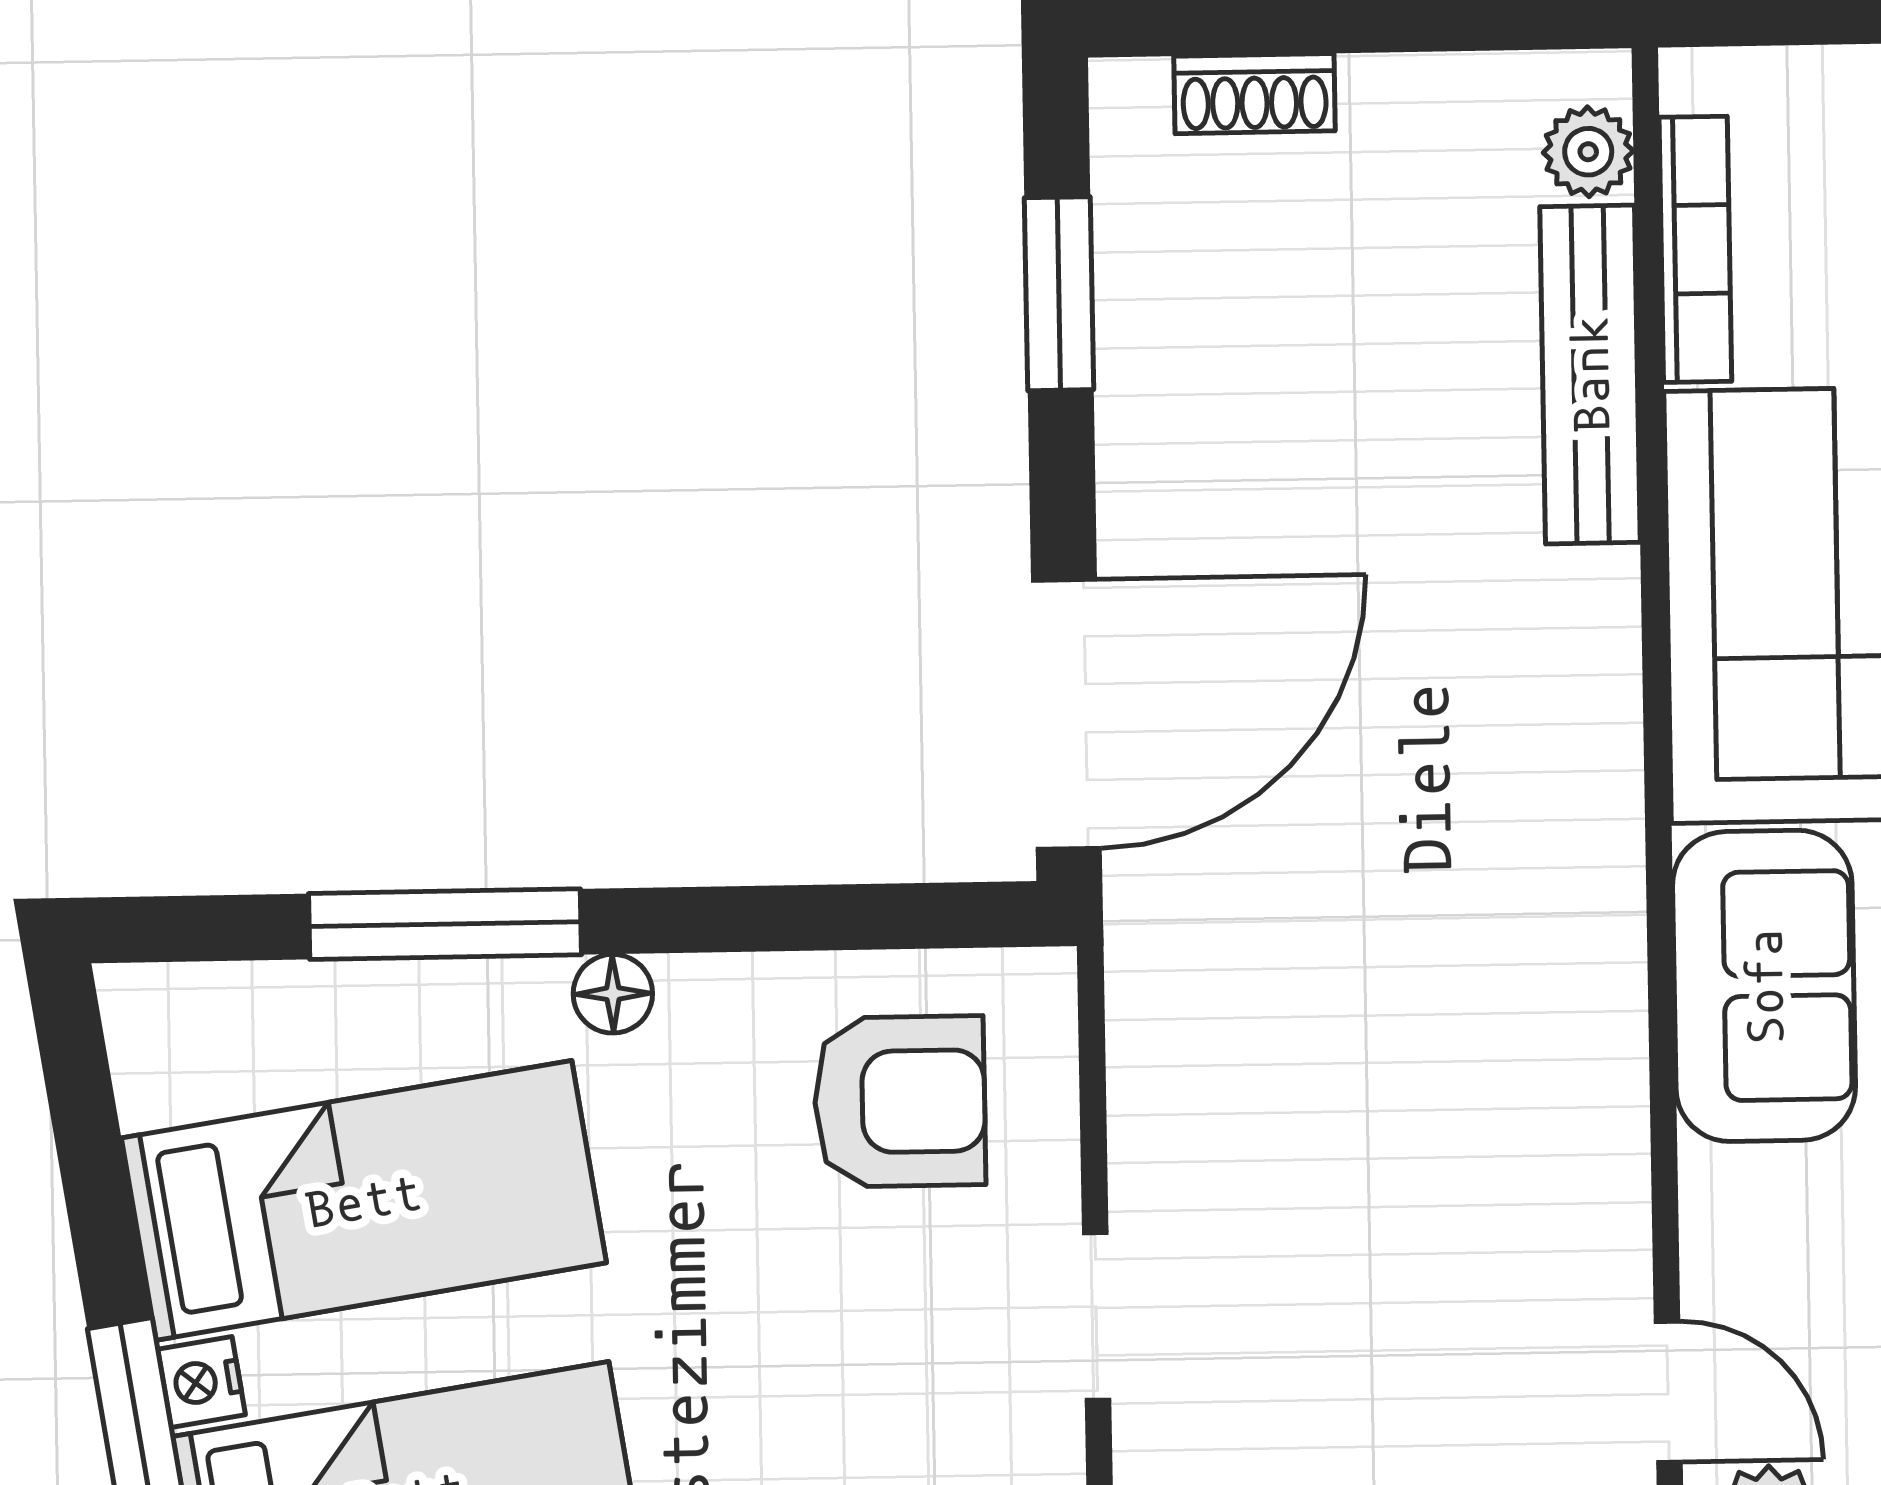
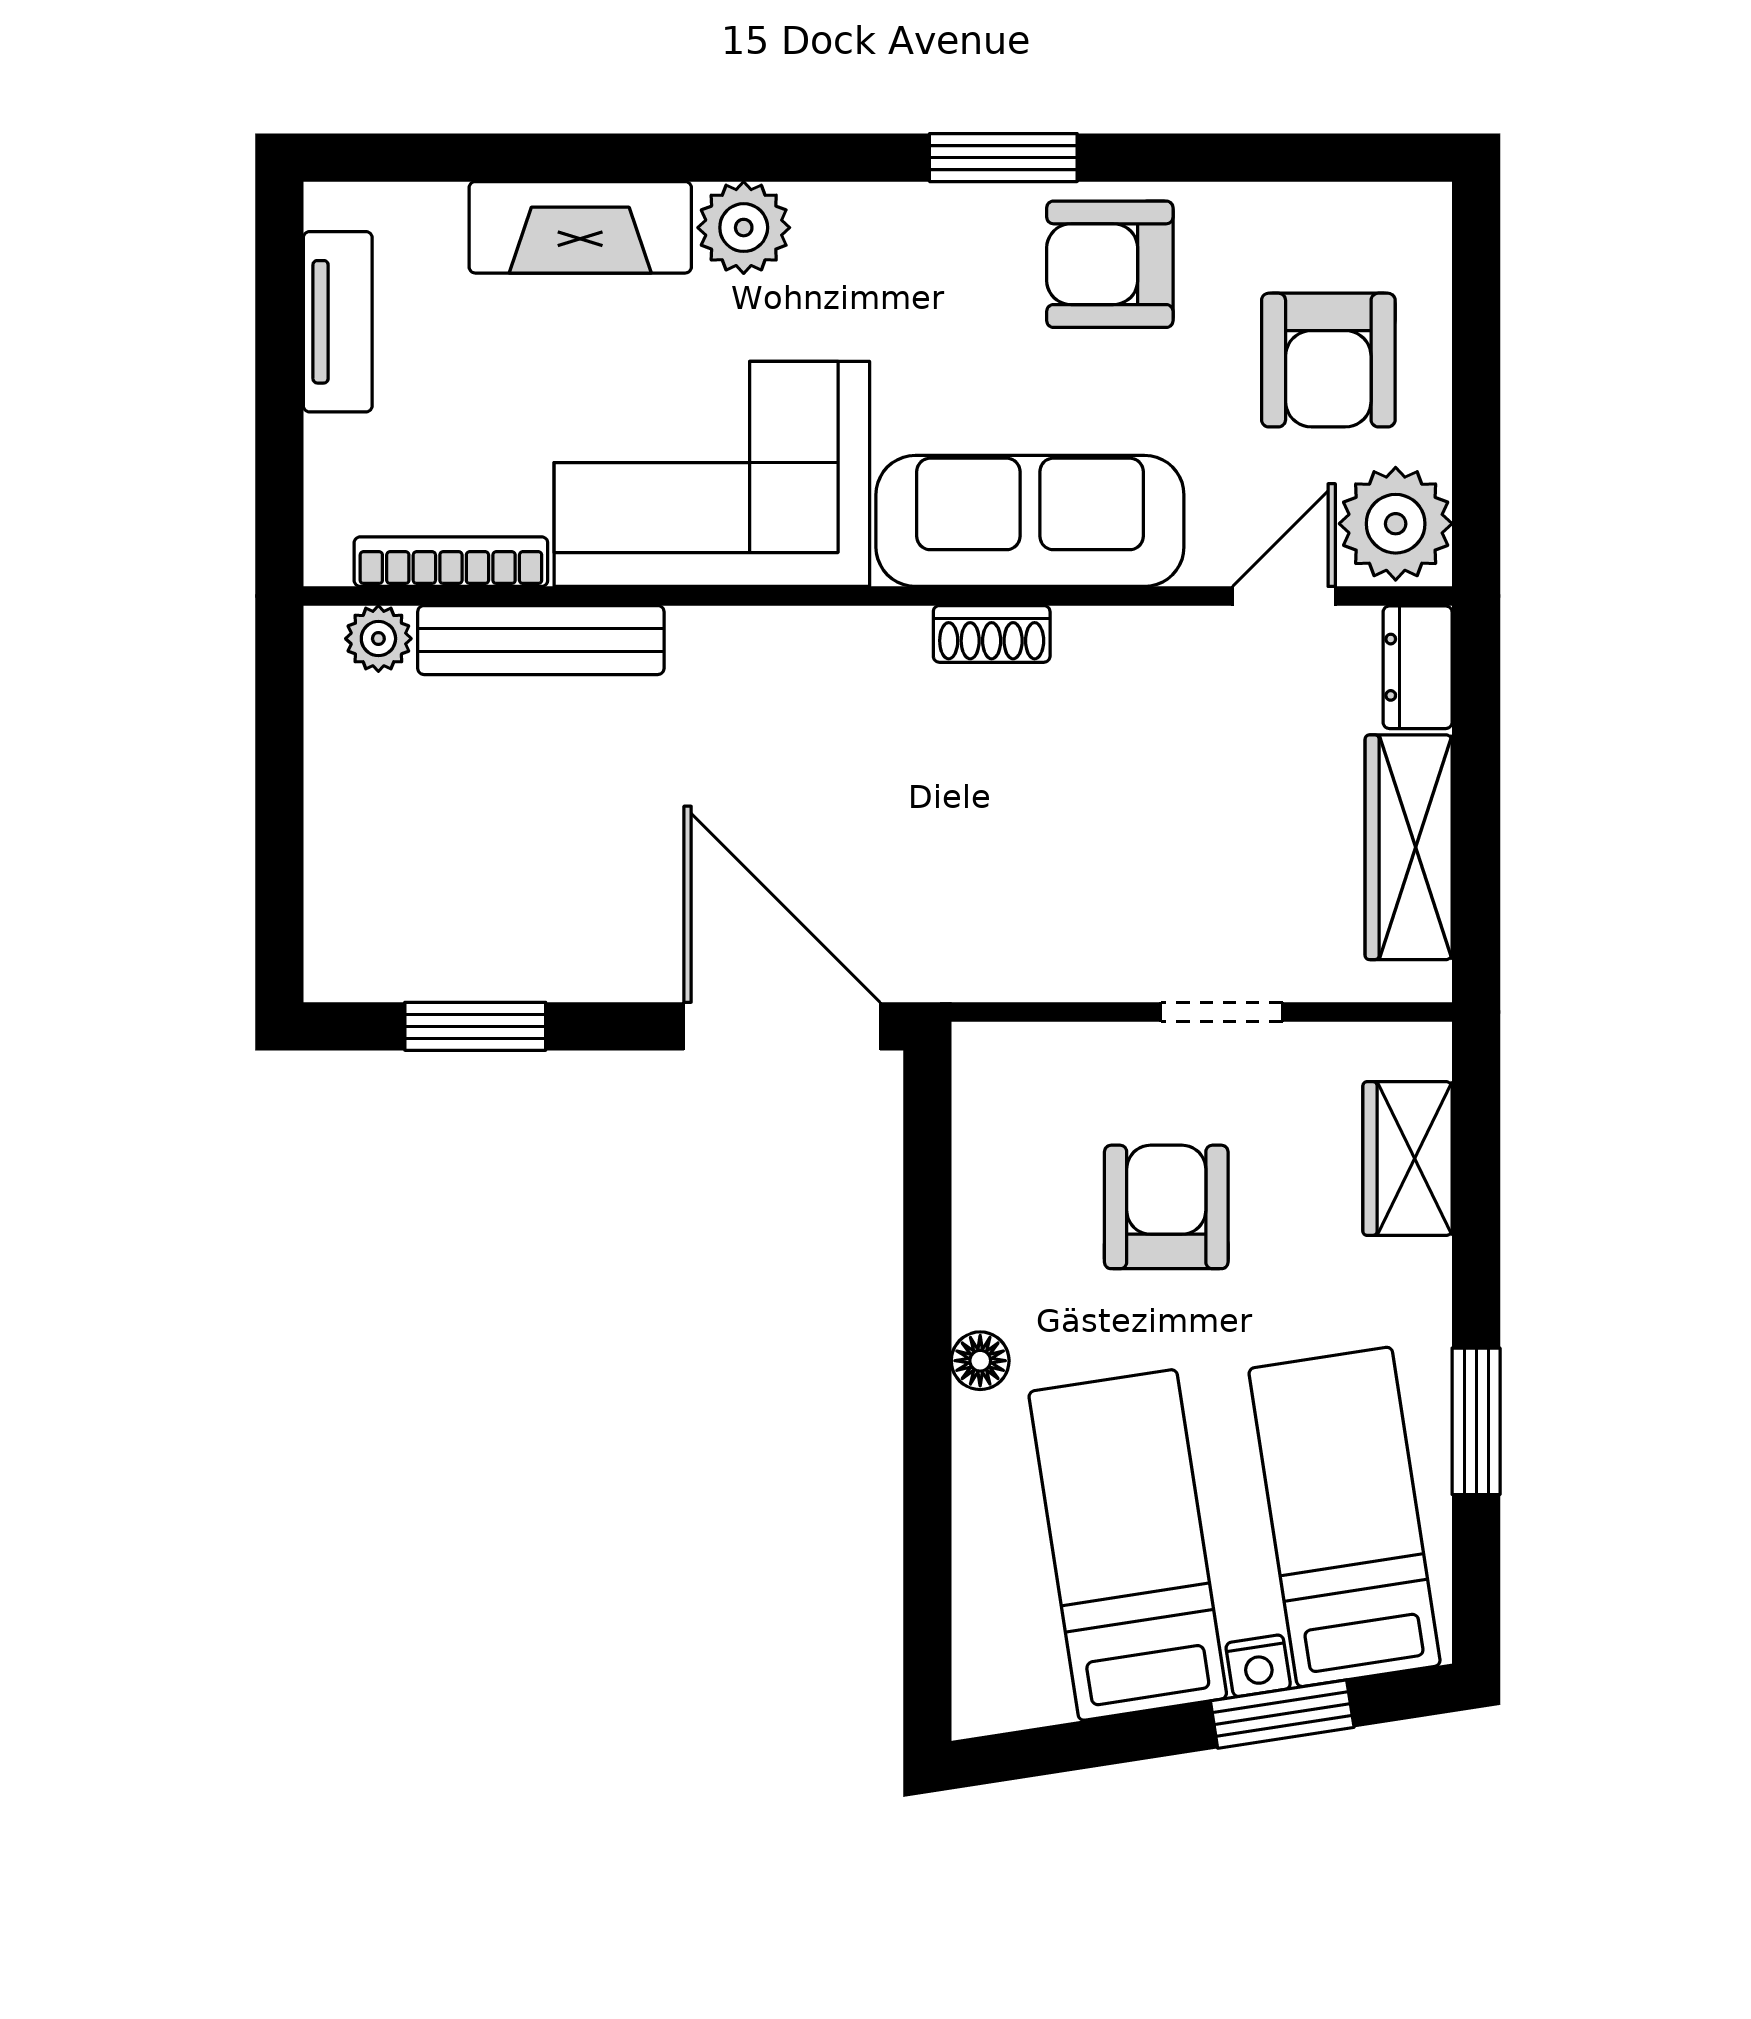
shoe rack: (1254, 94) -> (992, 634), moved, turned 90
window: (445, 924) -> (927, 1482), removed
sofa: (1764, 986) -> (1030, 521), width x1.36
armchair: (900, 1101) -> (1166, 1207), moved

